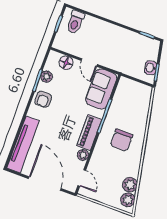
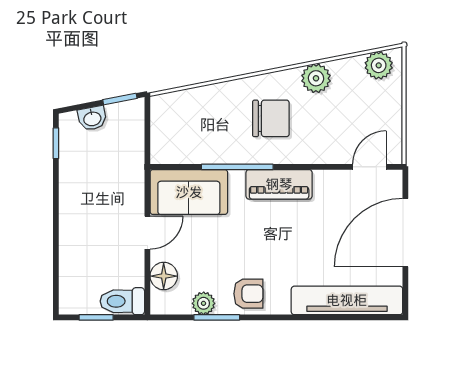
toilet: (75, 22) -> (122, 301), moved, turned 180
washbasin: (151, 68) -> (92, 118), moved
plant: (83, 155) -> (325, 181), removed
plant: (130, 185) -> (316, 78), moved

